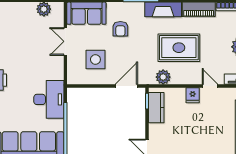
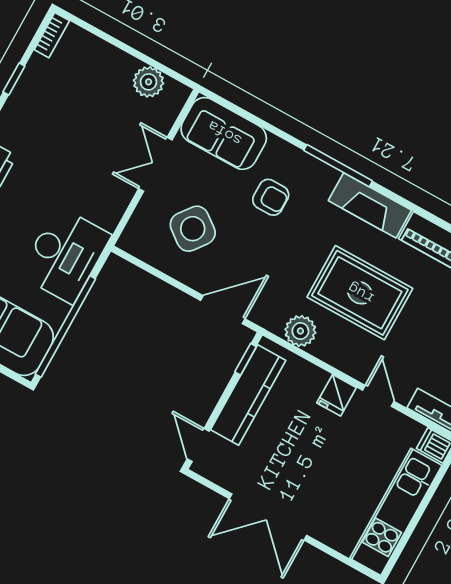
armchair: (120, 29) -> (271, 197), turned -90
side table: (95, 59) -> (193, 229), turned 37
kitchen counter: (156, 108) -> (248, 395), width x1.50

